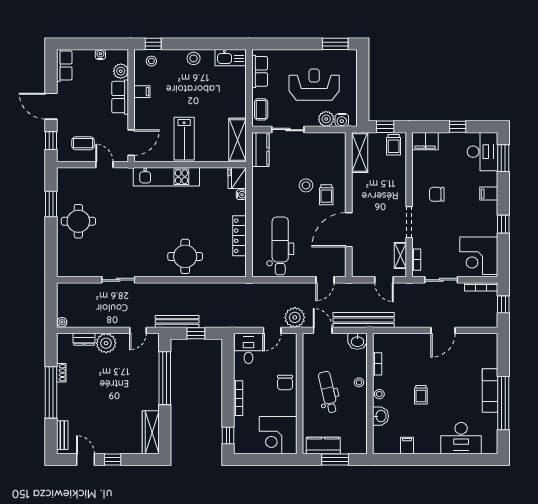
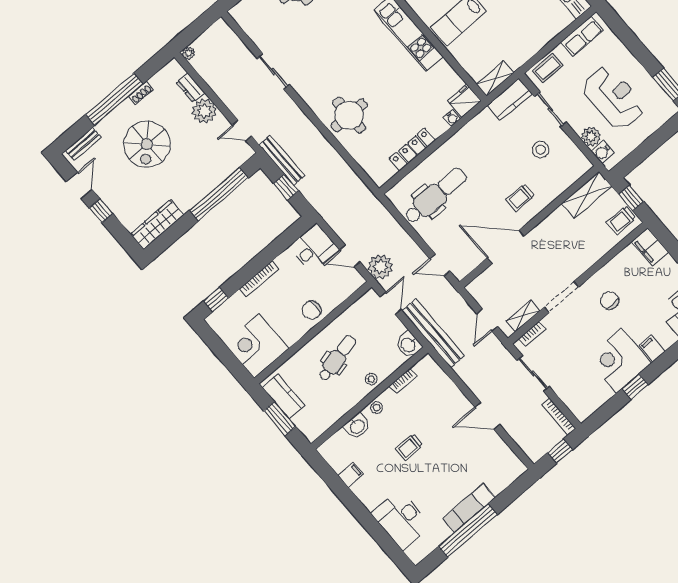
shelving: (238, 140) -> (495, 79), width x0.67, depth x0.75
stool: (306, 185) -> (541, 150), moved
corner desk: (479, 256) -> (619, 361), moved
spiral stairs: (96, 396) -> (147, 144), added

